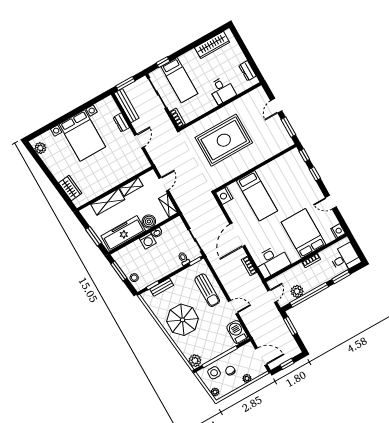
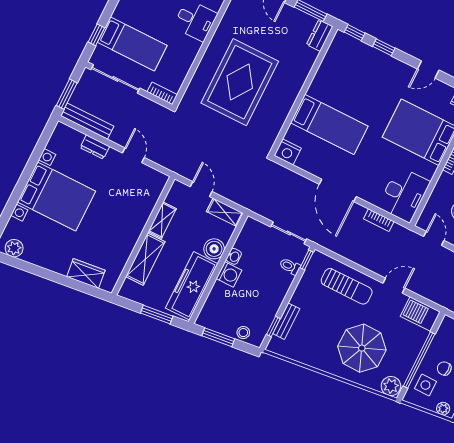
dresser: (284, 144) -> (320, 36), added
parasol: (183, 320) -> (362, 348), moved

